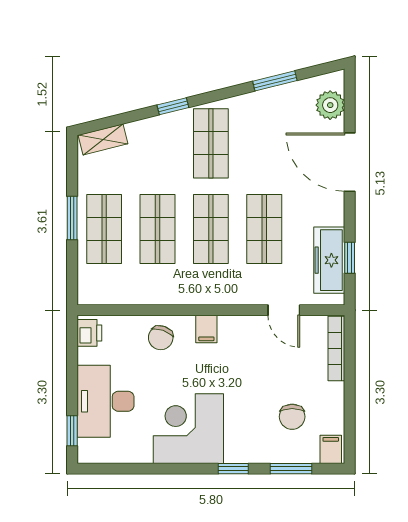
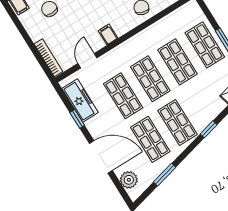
shop shelf: (264, 143) -> (150, 139), added
window: (350, 258) -> (77, 119), moved
door: (284, 310) -> (87, 61), hinge flipped
filing cabinet: (206, 329) -> (108, 34), moved

